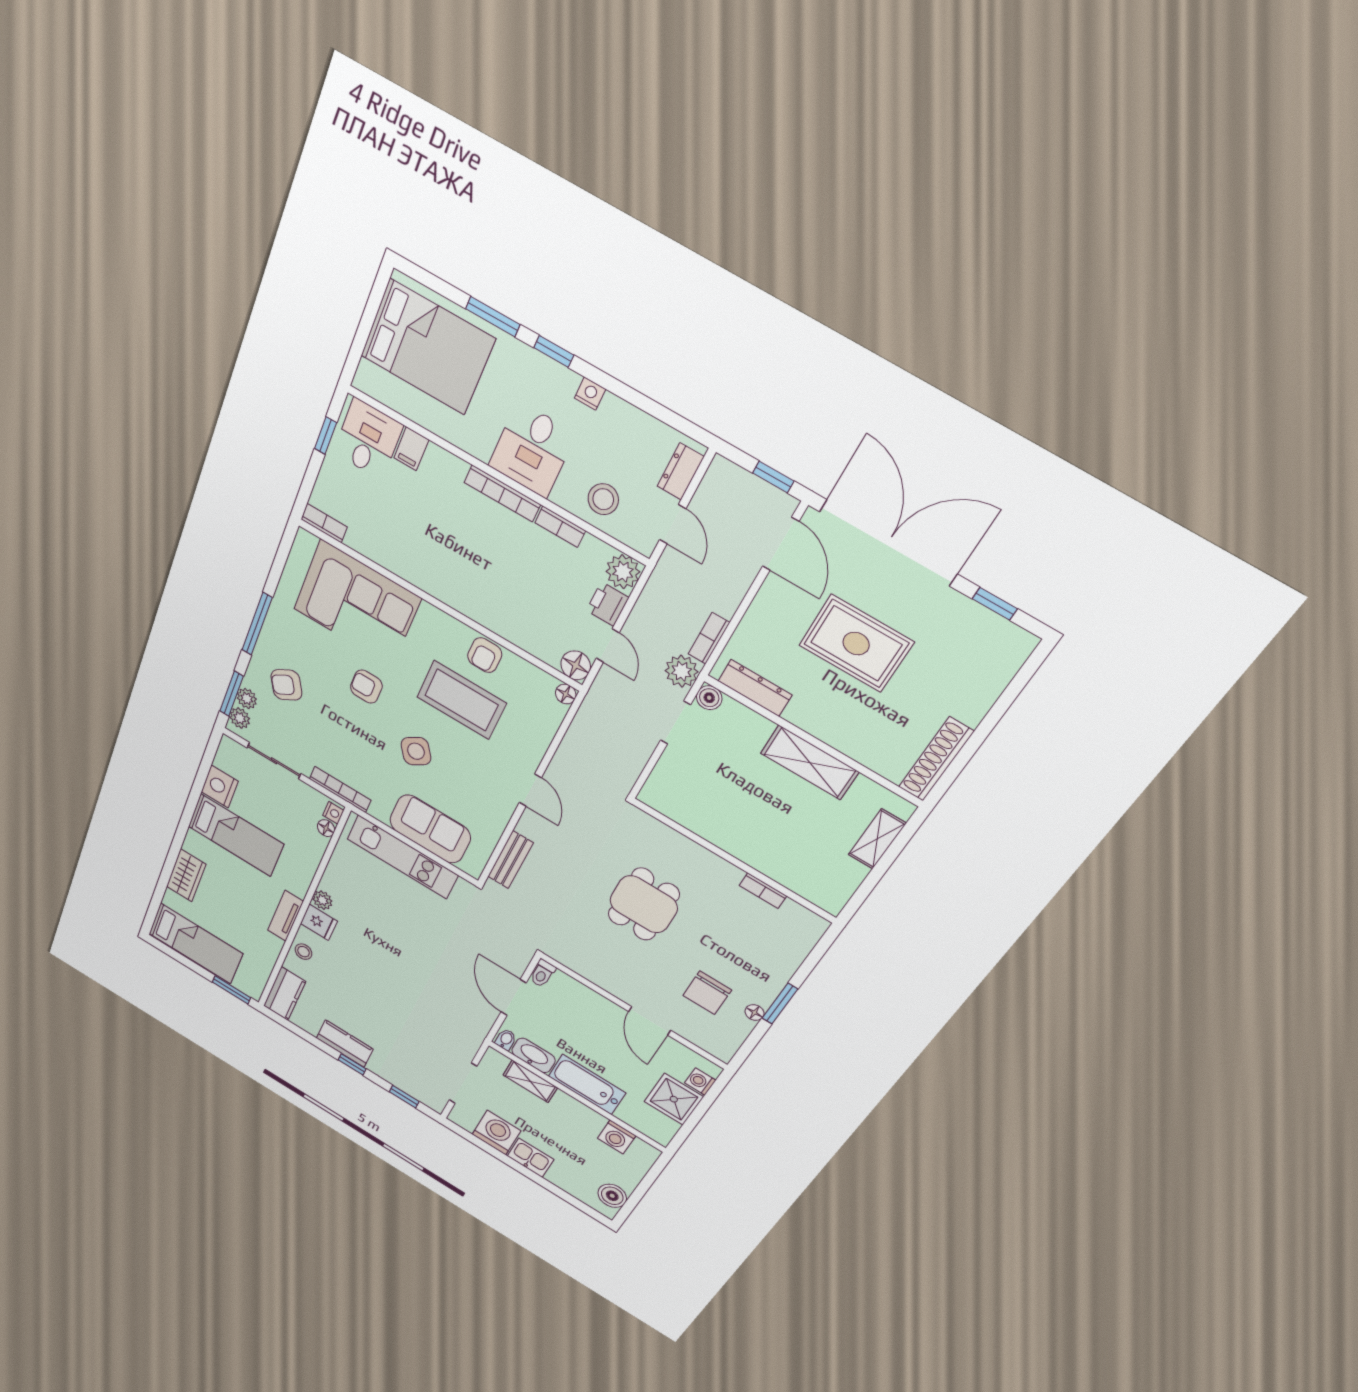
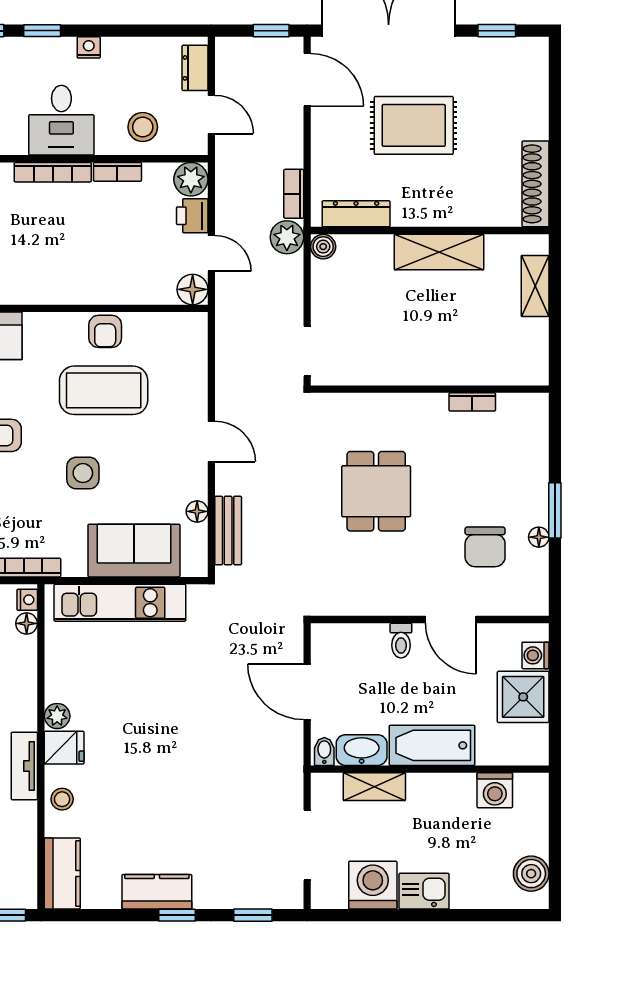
floor lamp: (566, 694) -> (197, 511), moved
doorway: (675, 723) -> (307, 351), moved
side table: (416, 751) -> (83, 473), turned 34
toilet: (542, 973) -> (401, 641), moved

